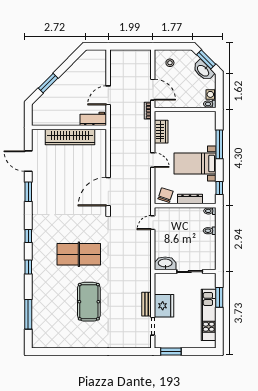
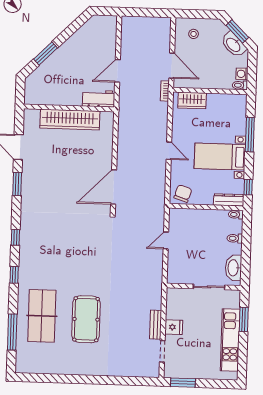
wardrobe: (161, 132) -> (192, 100), moved, turned 90
dresser: (190, 199) -> (229, 200), moved
door: (153, 223) -> (166, 240), moved
table tennis table: (79, 254) -> (42, 316), moved, turned 90
washbasin: (165, 263) -> (234, 268), moved, turned -90
fridge: (164, 306) -> (174, 327), width x0.53, depth x0.75

